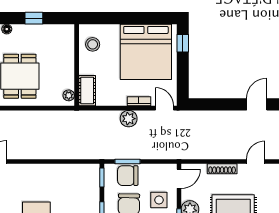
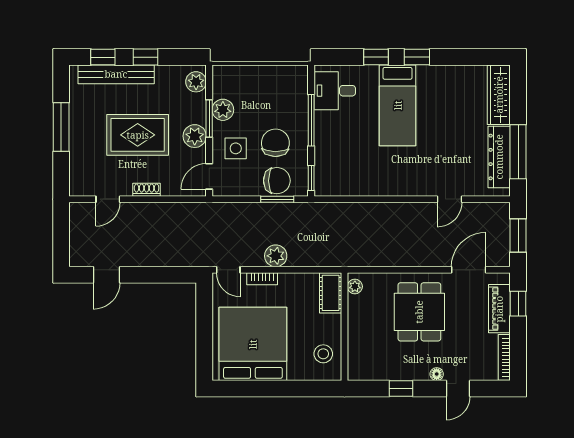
window: (183, 43) -> (204, 355), removed
shoe rack: (222, 169) -> (147, 190), width x0.70

